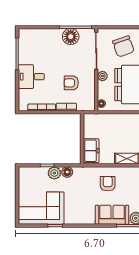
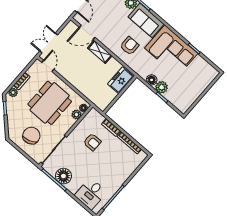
plant: (102, 76) -> (76, 115), moved
desk: (31, 77) -> (91, 194), moved, turned 90
armchair: (108, 184) -> (129, 46), turned 180
corner sofa: (41, 208) -> (171, 51), moved

